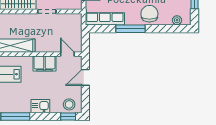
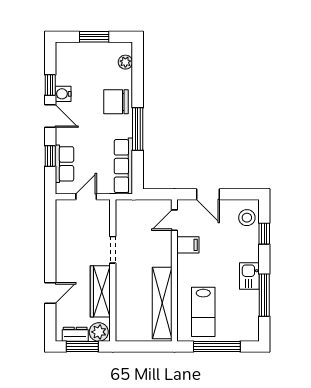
filing cabinet: (44, 64) -> (188, 245), width x0.50
kitchen sink: (40, 106) -> (249, 276), moved
window: (68, 117) -> (264, 234), moved

